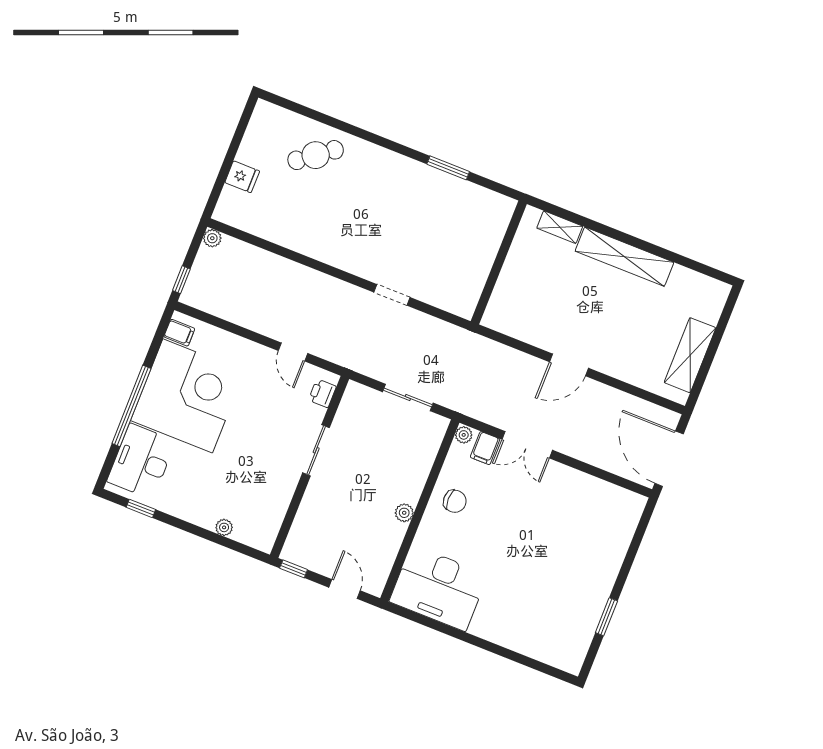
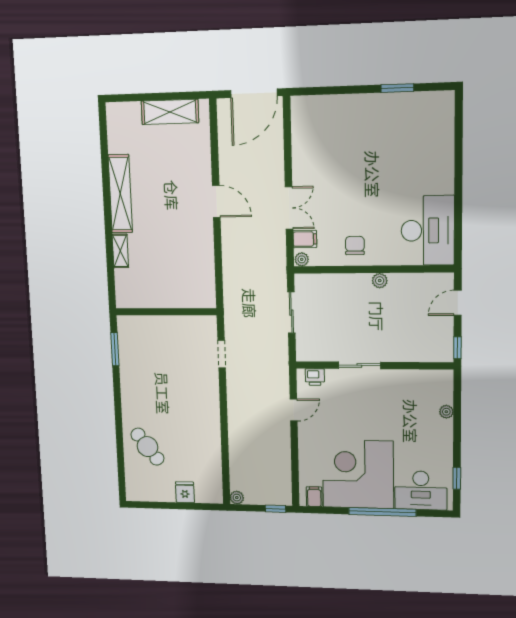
wall: (499, 263) -> (166, 312), moved

